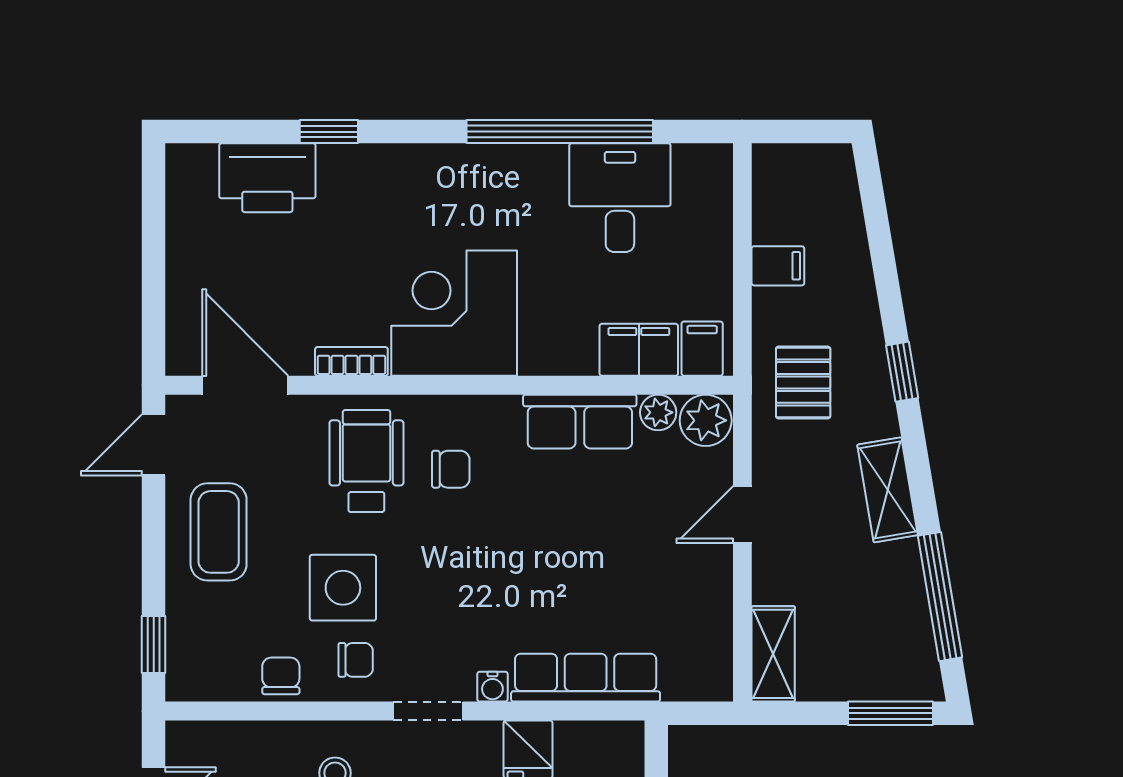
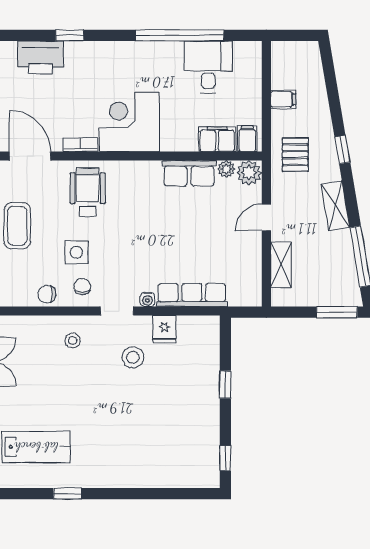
chair: (451, 469) -> (128, 196), removed
side table: (343, 588) -> (76, 252), width x0.73, depth x0.73
shelving: (773, 654) -> (281, 265), moved
chair: (356, 660) -> (82, 287), turned -90
chair: (281, 676) -> (47, 294), turned -90

